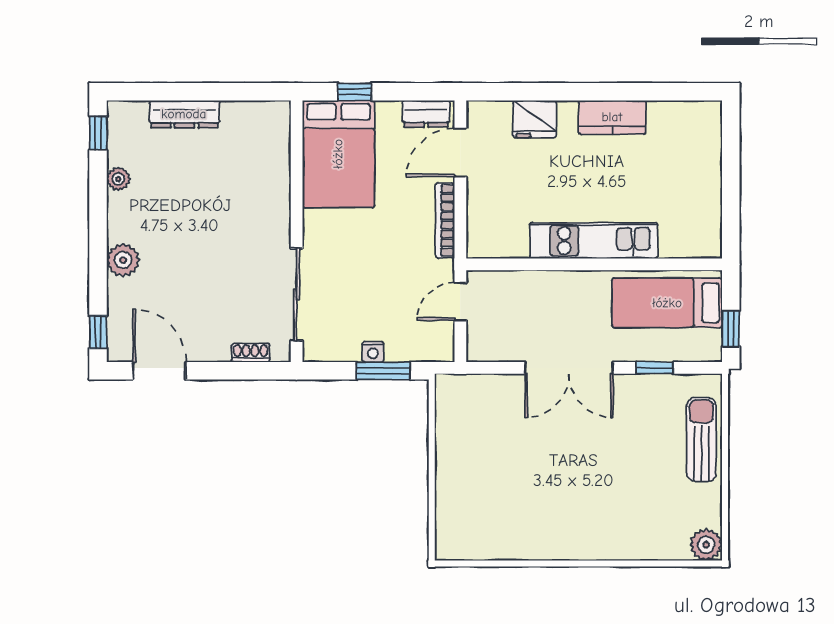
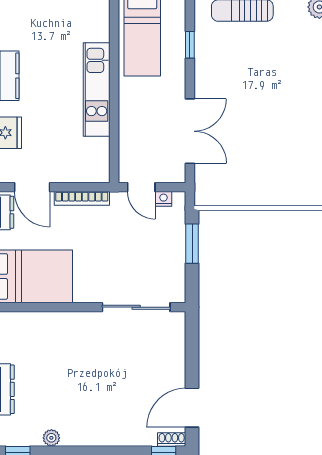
plant: (123, 260) -> (111, 434), removed
nightstand: (373, 352) -> (164, 199), moved, turned -90
shoe rack: (251, 353) -> (172, 439), moved, turned 90
double door: (569, 368) -> (190, 131), moved

